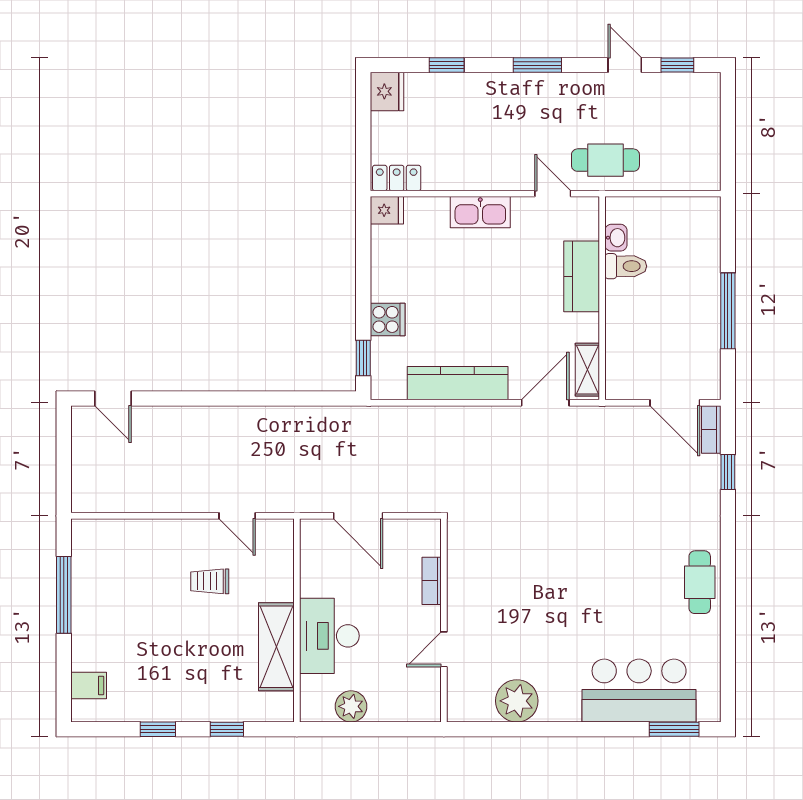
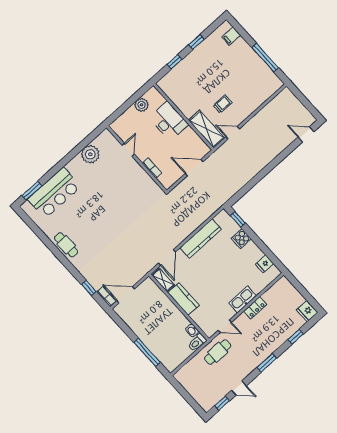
locker: (397, 178) -> (255, 308), moved
fridge: (387, 210) -> (264, 264), moved
toilet: (626, 266) -> (197, 342), moved
kitchen counter: (582, 276) -> (183, 299), moved
window: (728, 311) -> (147, 352), moved
shelving: (276, 647) -> (207, 129), moved

